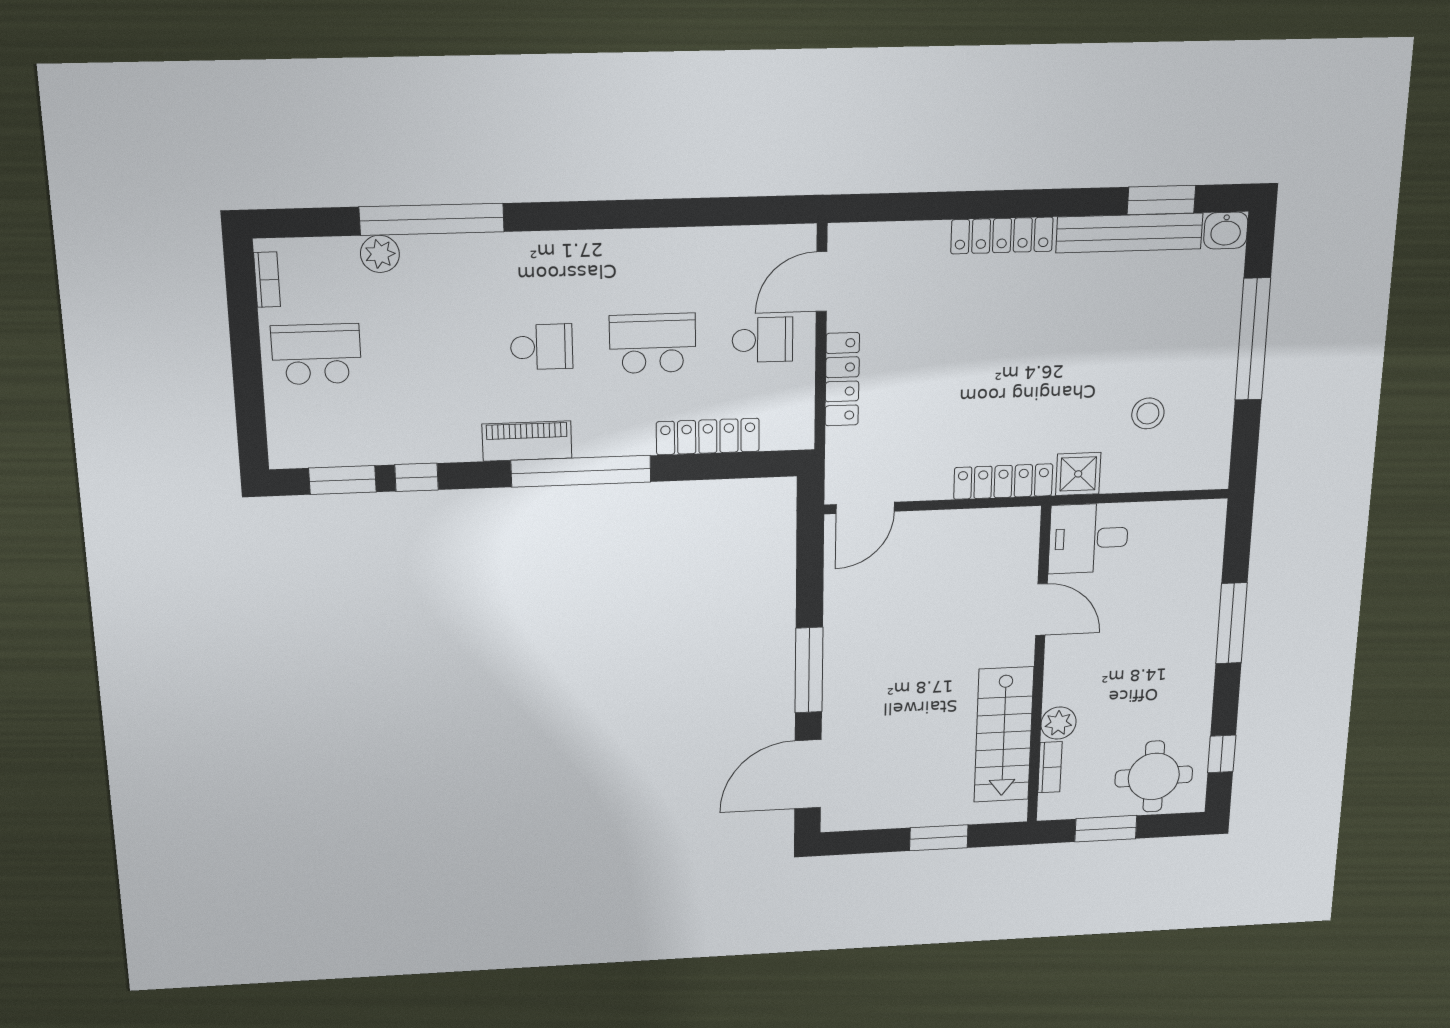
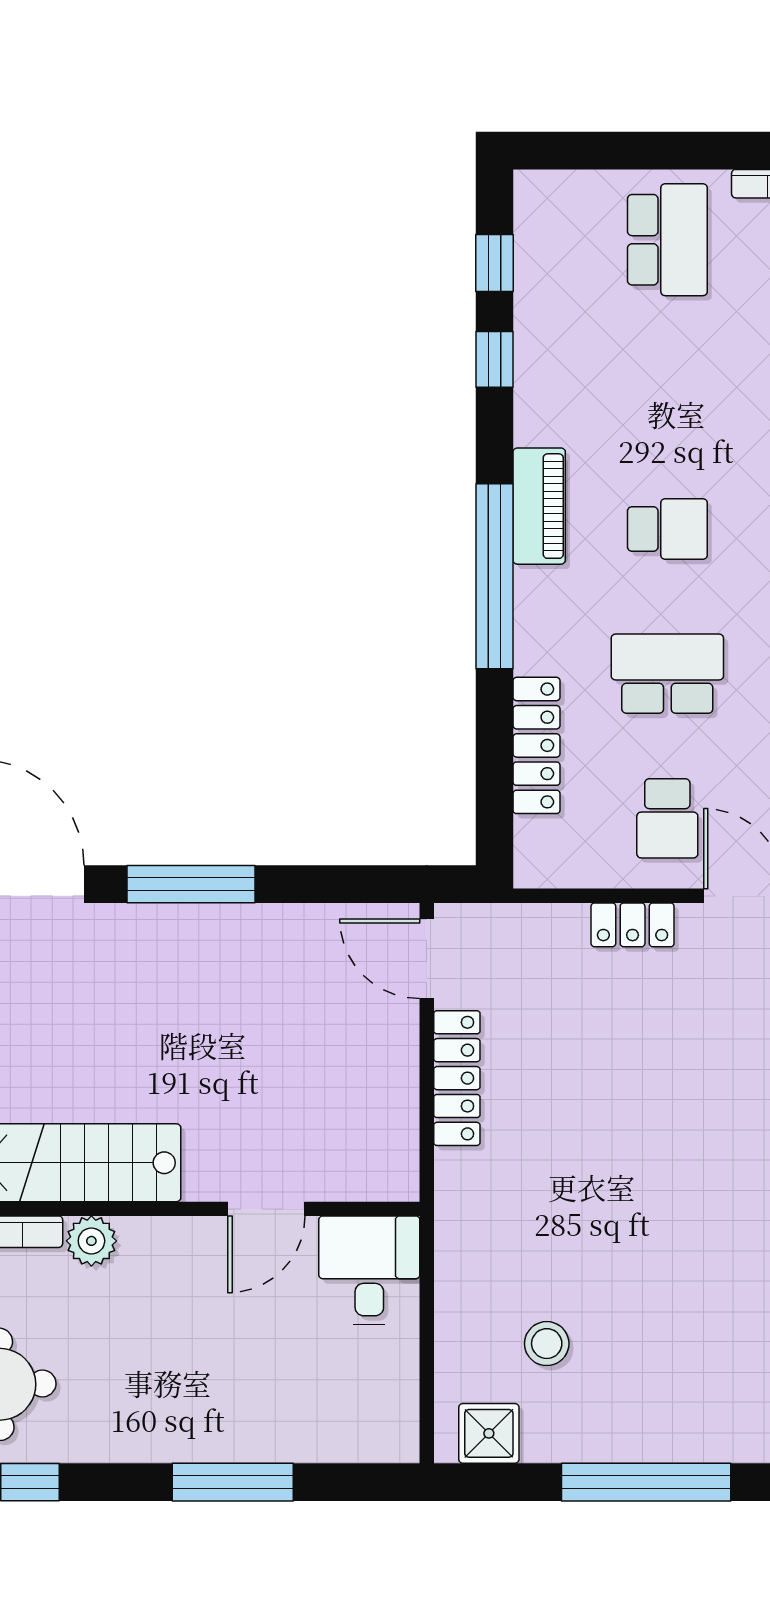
school desk: (653, 343) -> (667, 674), turned -90
school desk: (542, 347) -> (667, 529), turned -90
locker: (842, 379) -> (633, 925), width x0.66
shower: (1078, 474) -> (489, 1433), moved
window: (343, 480) -> (494, 263), width x0.67
locker: (1003, 482) -> (457, 1078), moved

